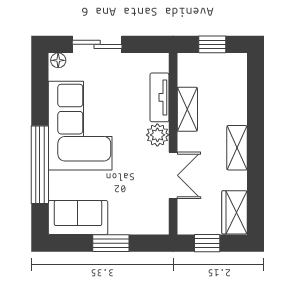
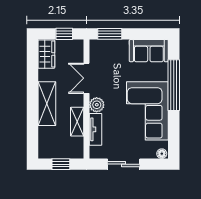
sliding door: (97, 44) -> (124, 164), moved
shelving: (237, 148) -> (47, 104), width x1.50, depth x1.33
window: (111, 243) -> (110, 34), moved

